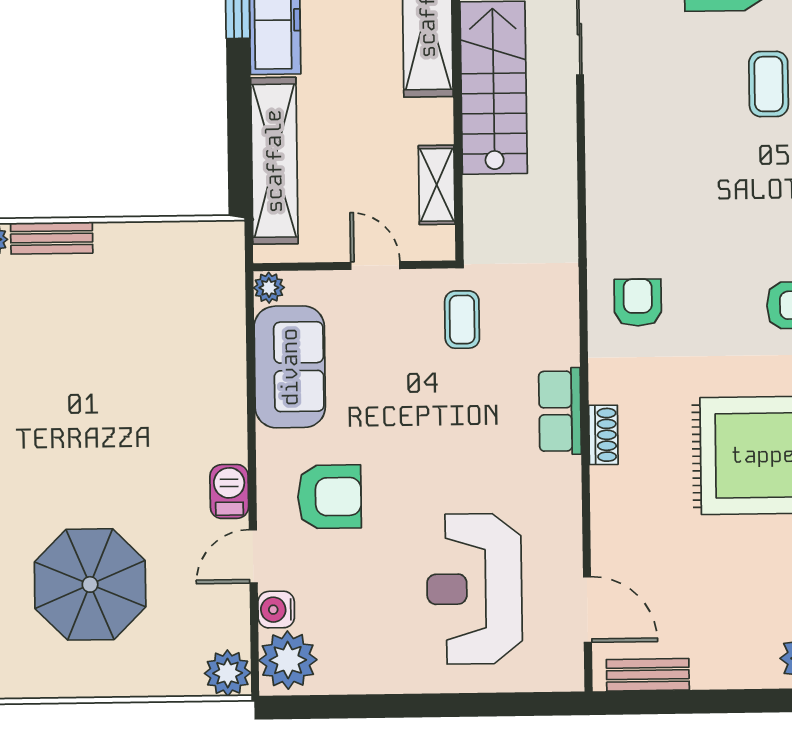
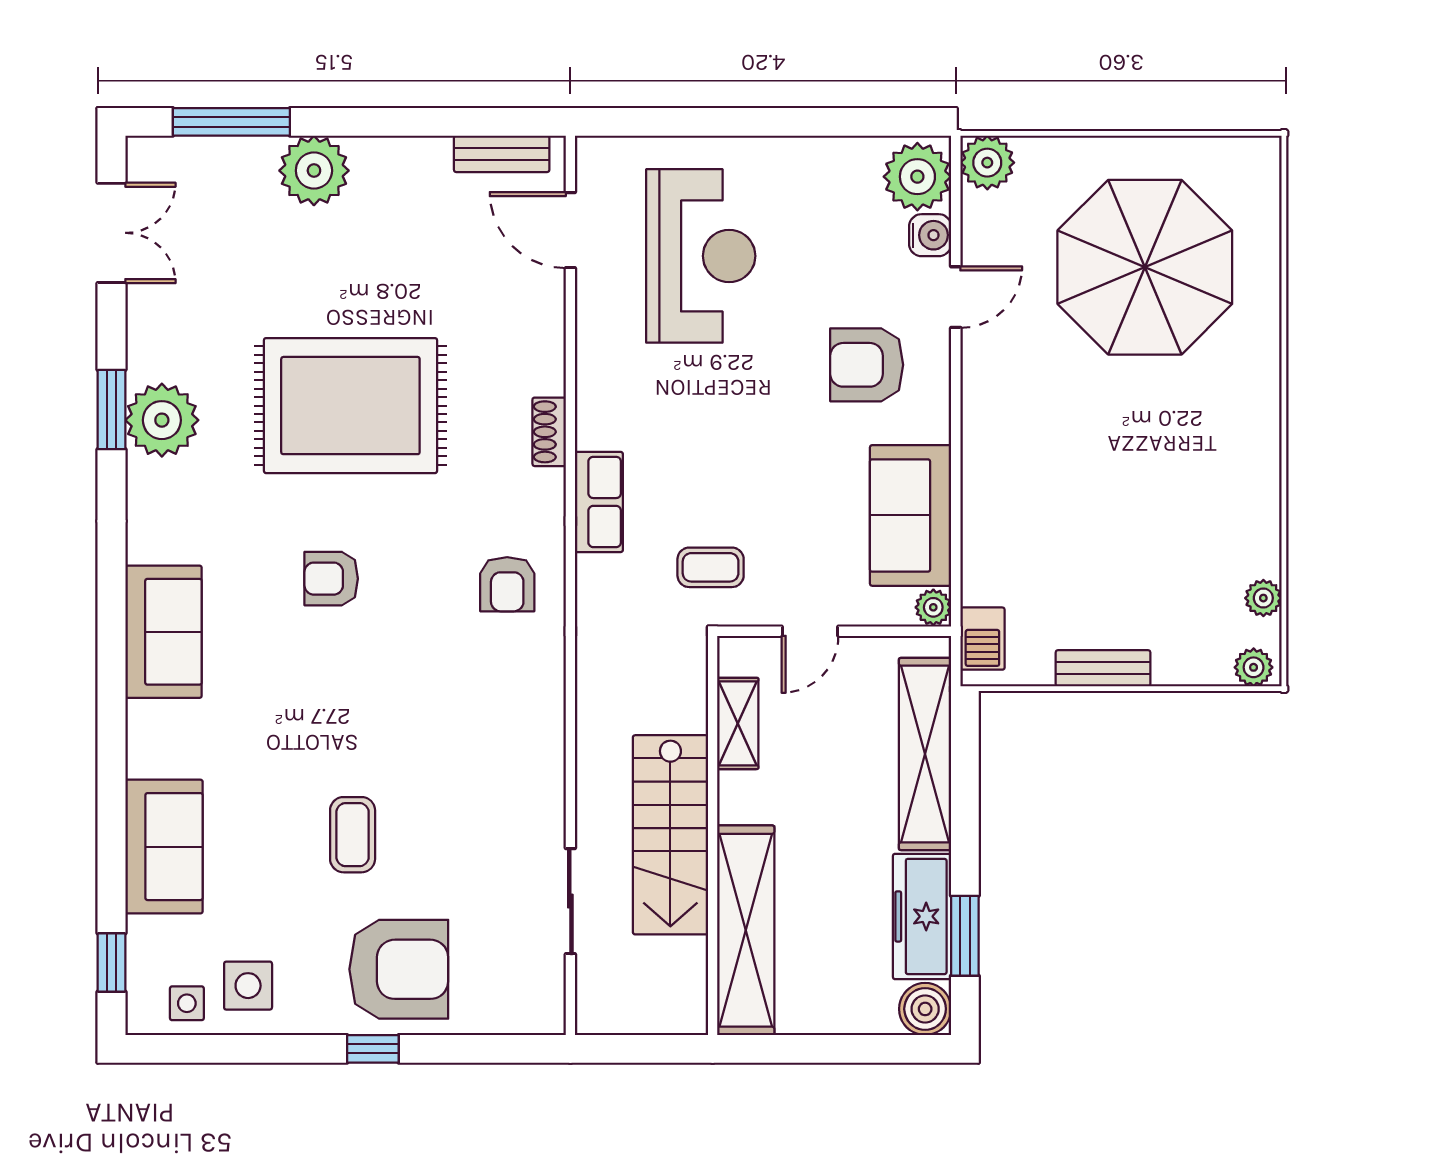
bench: (52, 238) -> (1103, 668), moved
door: (375, 265) -> (810, 631), hinge flipped
coffee table: (462, 320) -> (711, 567), turned 90
row of seats: (560, 411) -> (599, 502), moved
barbecue: (229, 491) -> (982, 639), moved
parasol: (90, 584) -> (1145, 267), width x1.36, depth x1.36

